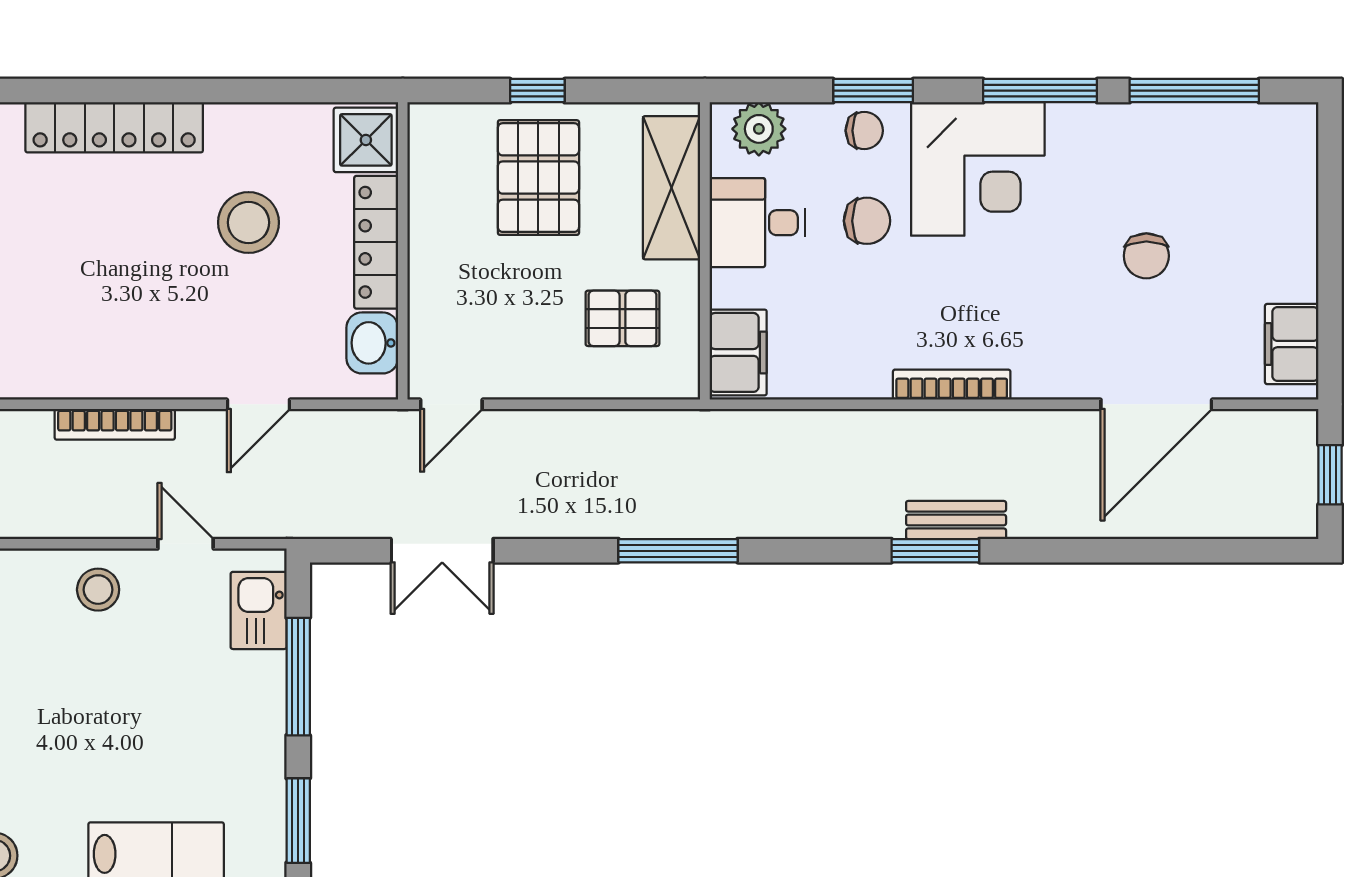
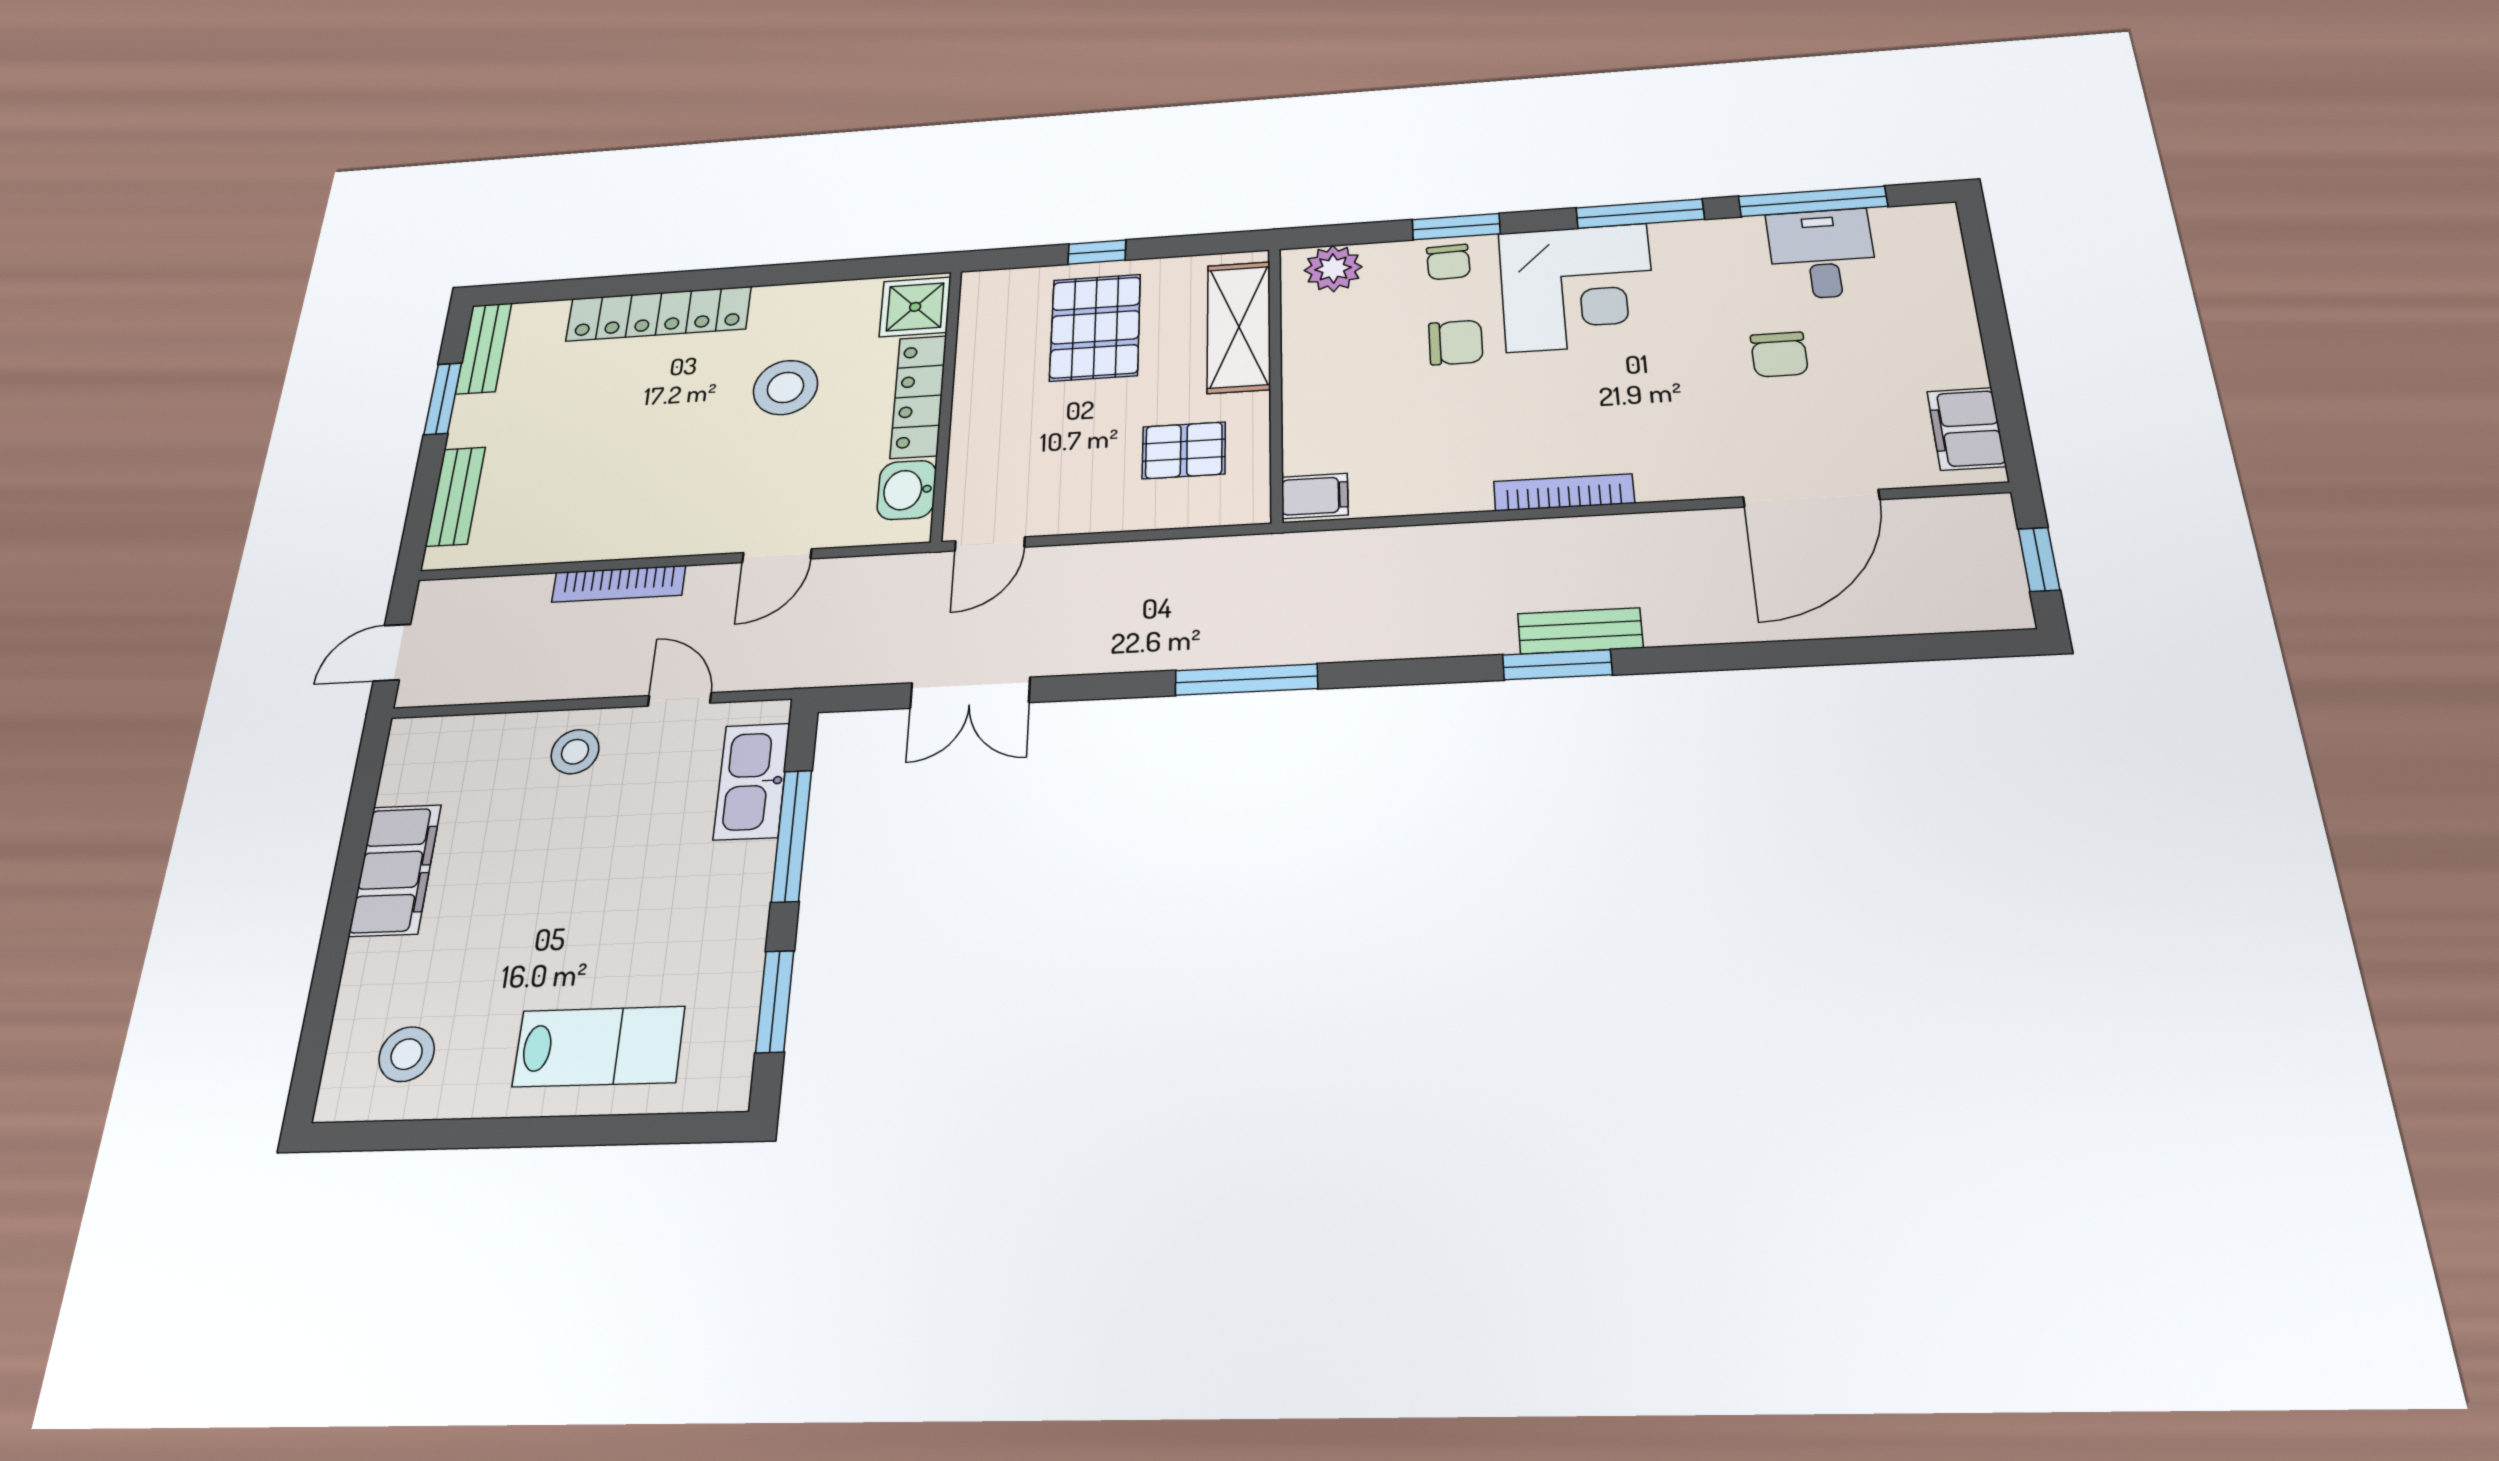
chair: (864, 131) -> (1448, 262), turned 88
desk: (757, 223) -> (1822, 254), moved, turned 90
filing cabinet: (738, 352) -> (1315, 496), width x0.50
kitchen sink: (259, 610) -> (752, 781), width x1.38

